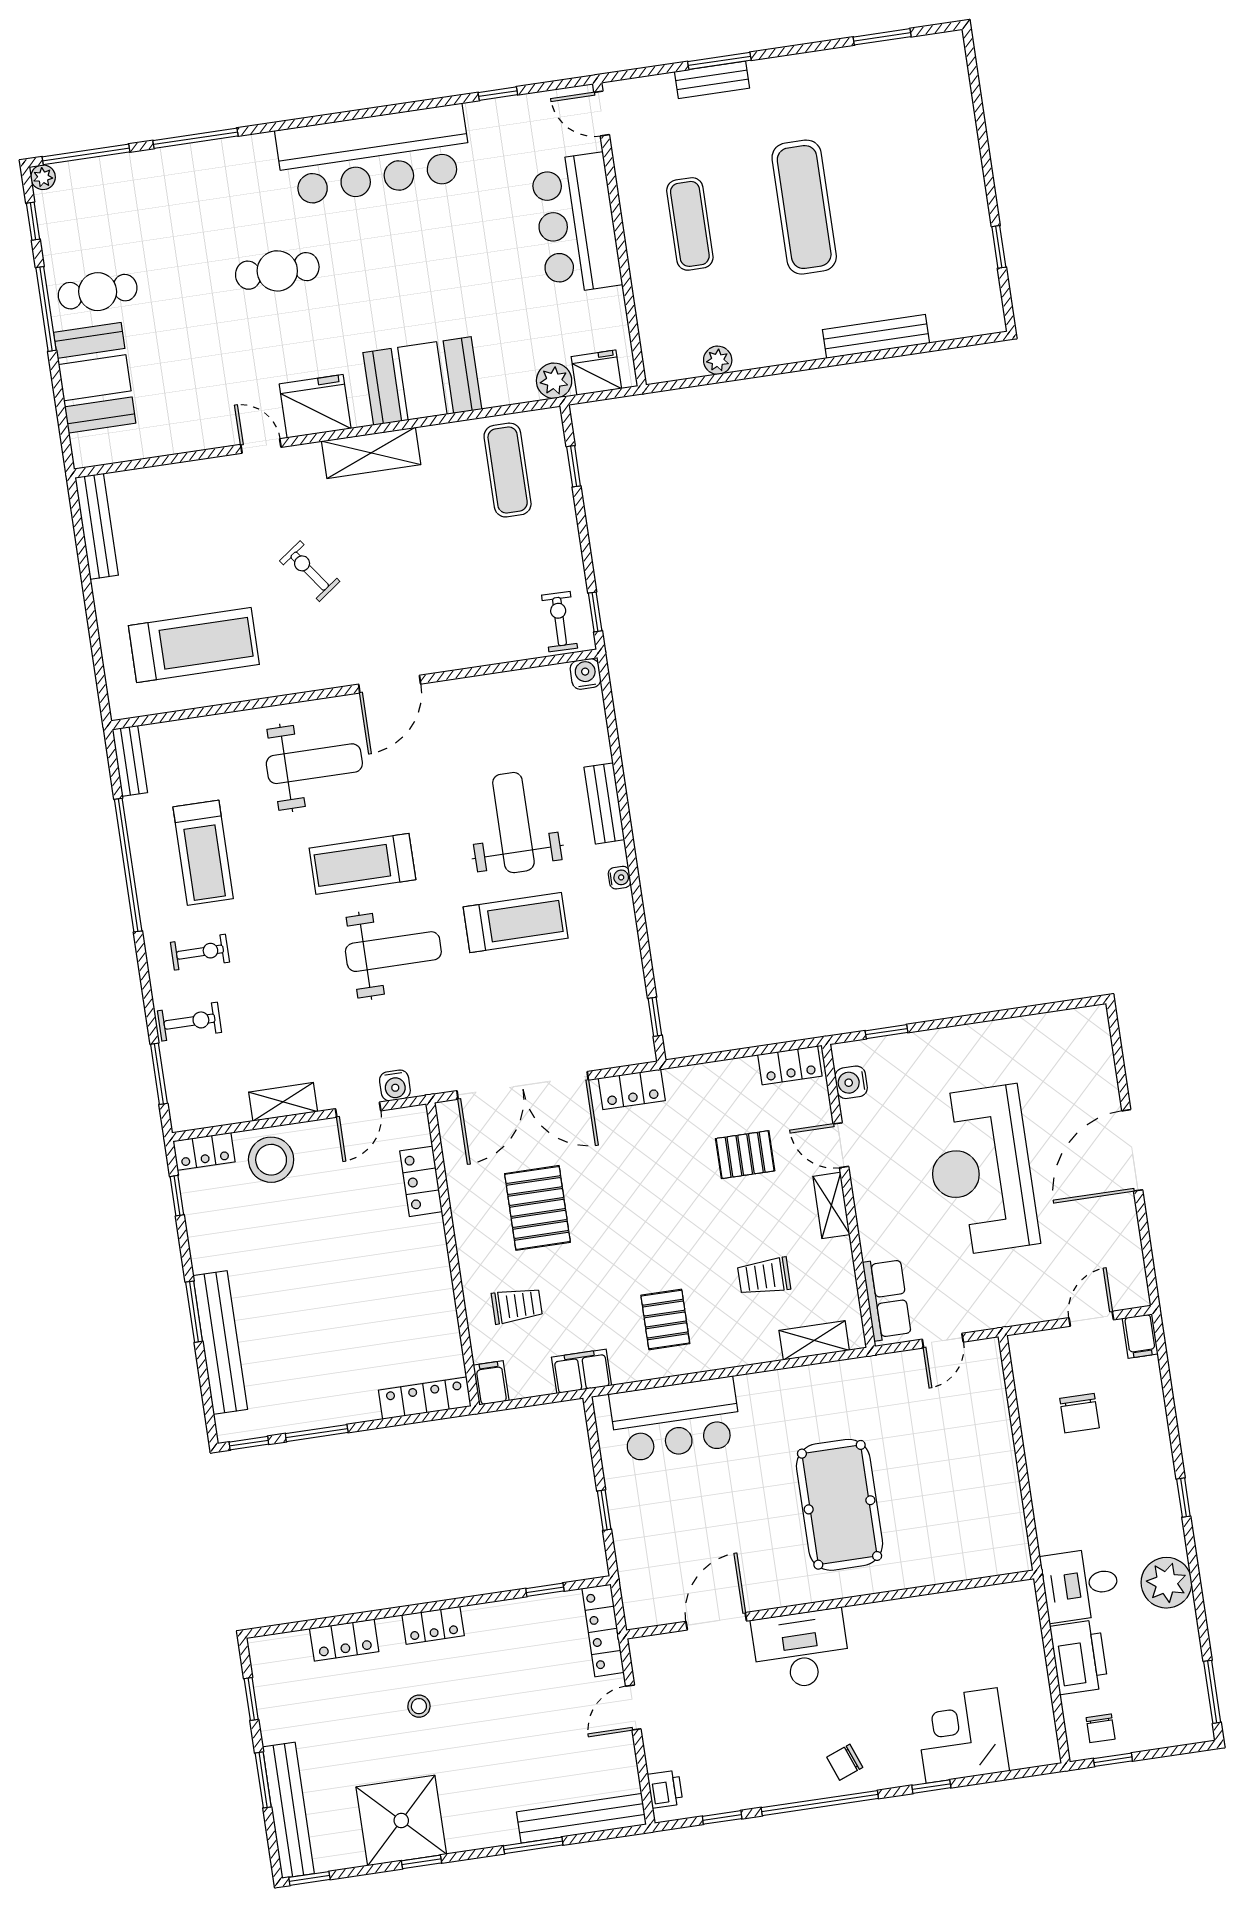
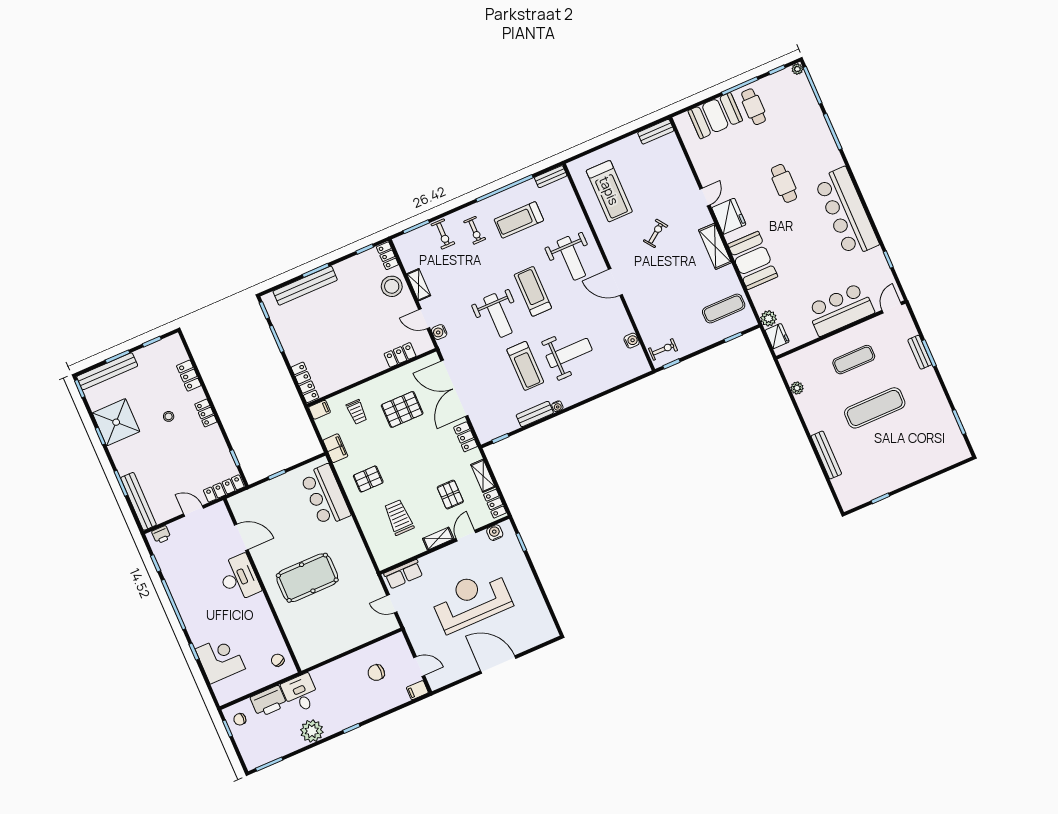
bench: (97, 526) -> (656, 132), width x0.73
water cooler: (586, 674) -> (632, 341), moved
bench: (604, 803) -> (535, 414), moved
trolley: (764, 1276) -> (399, 517), width x1.36, depth x1.39
shelving: (814, 1340) -> (483, 476), moved
chair: (845, 1762) -> (278, 660), moved

